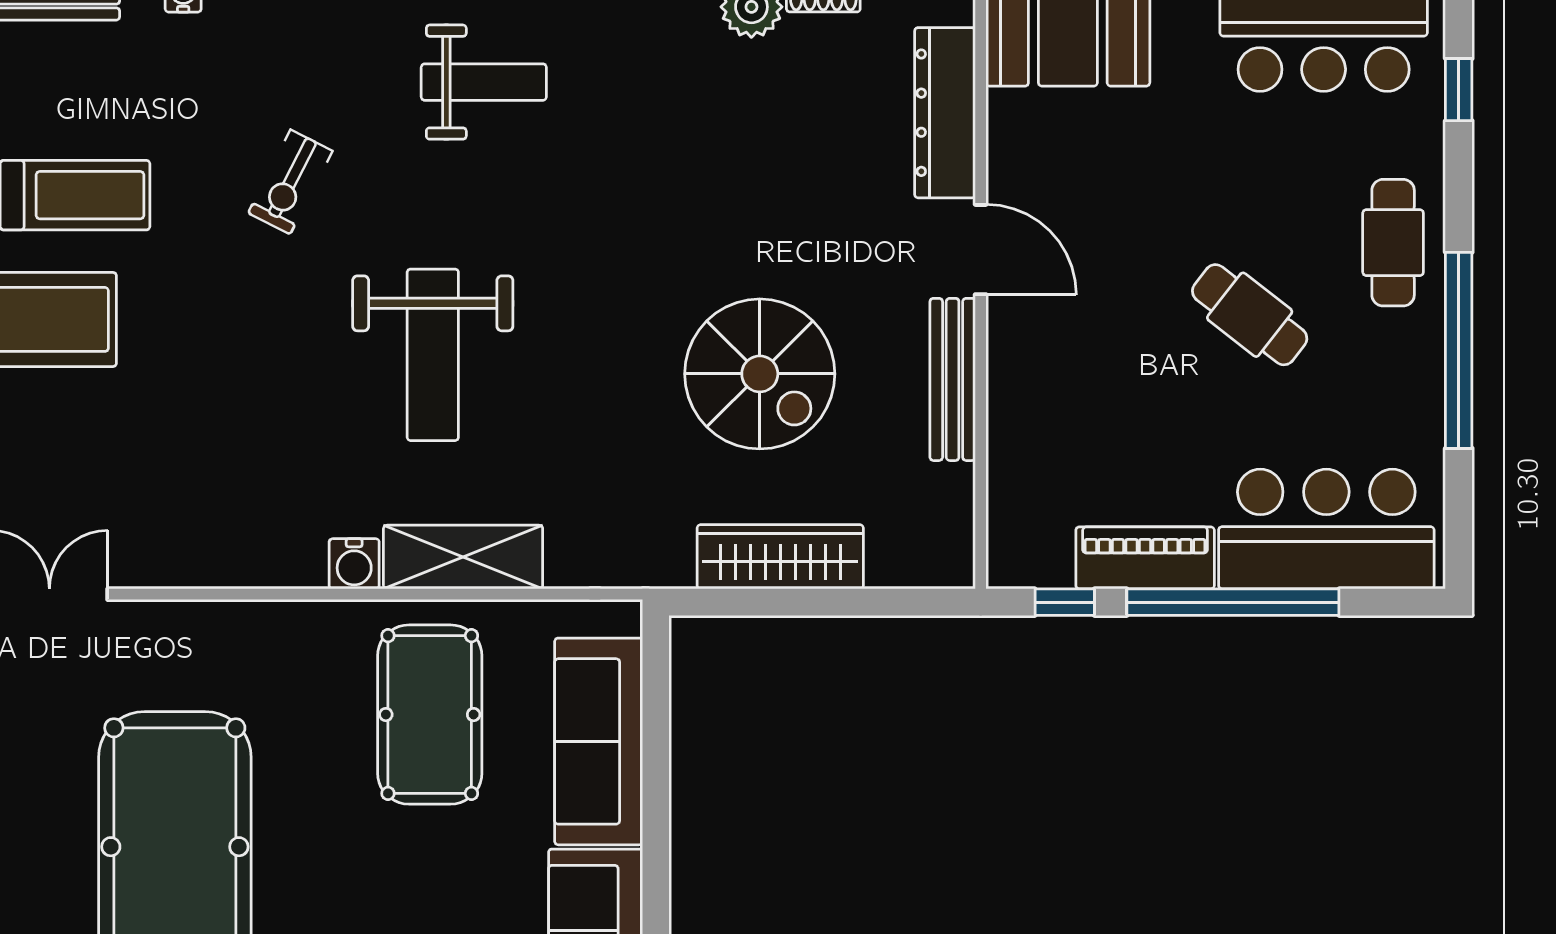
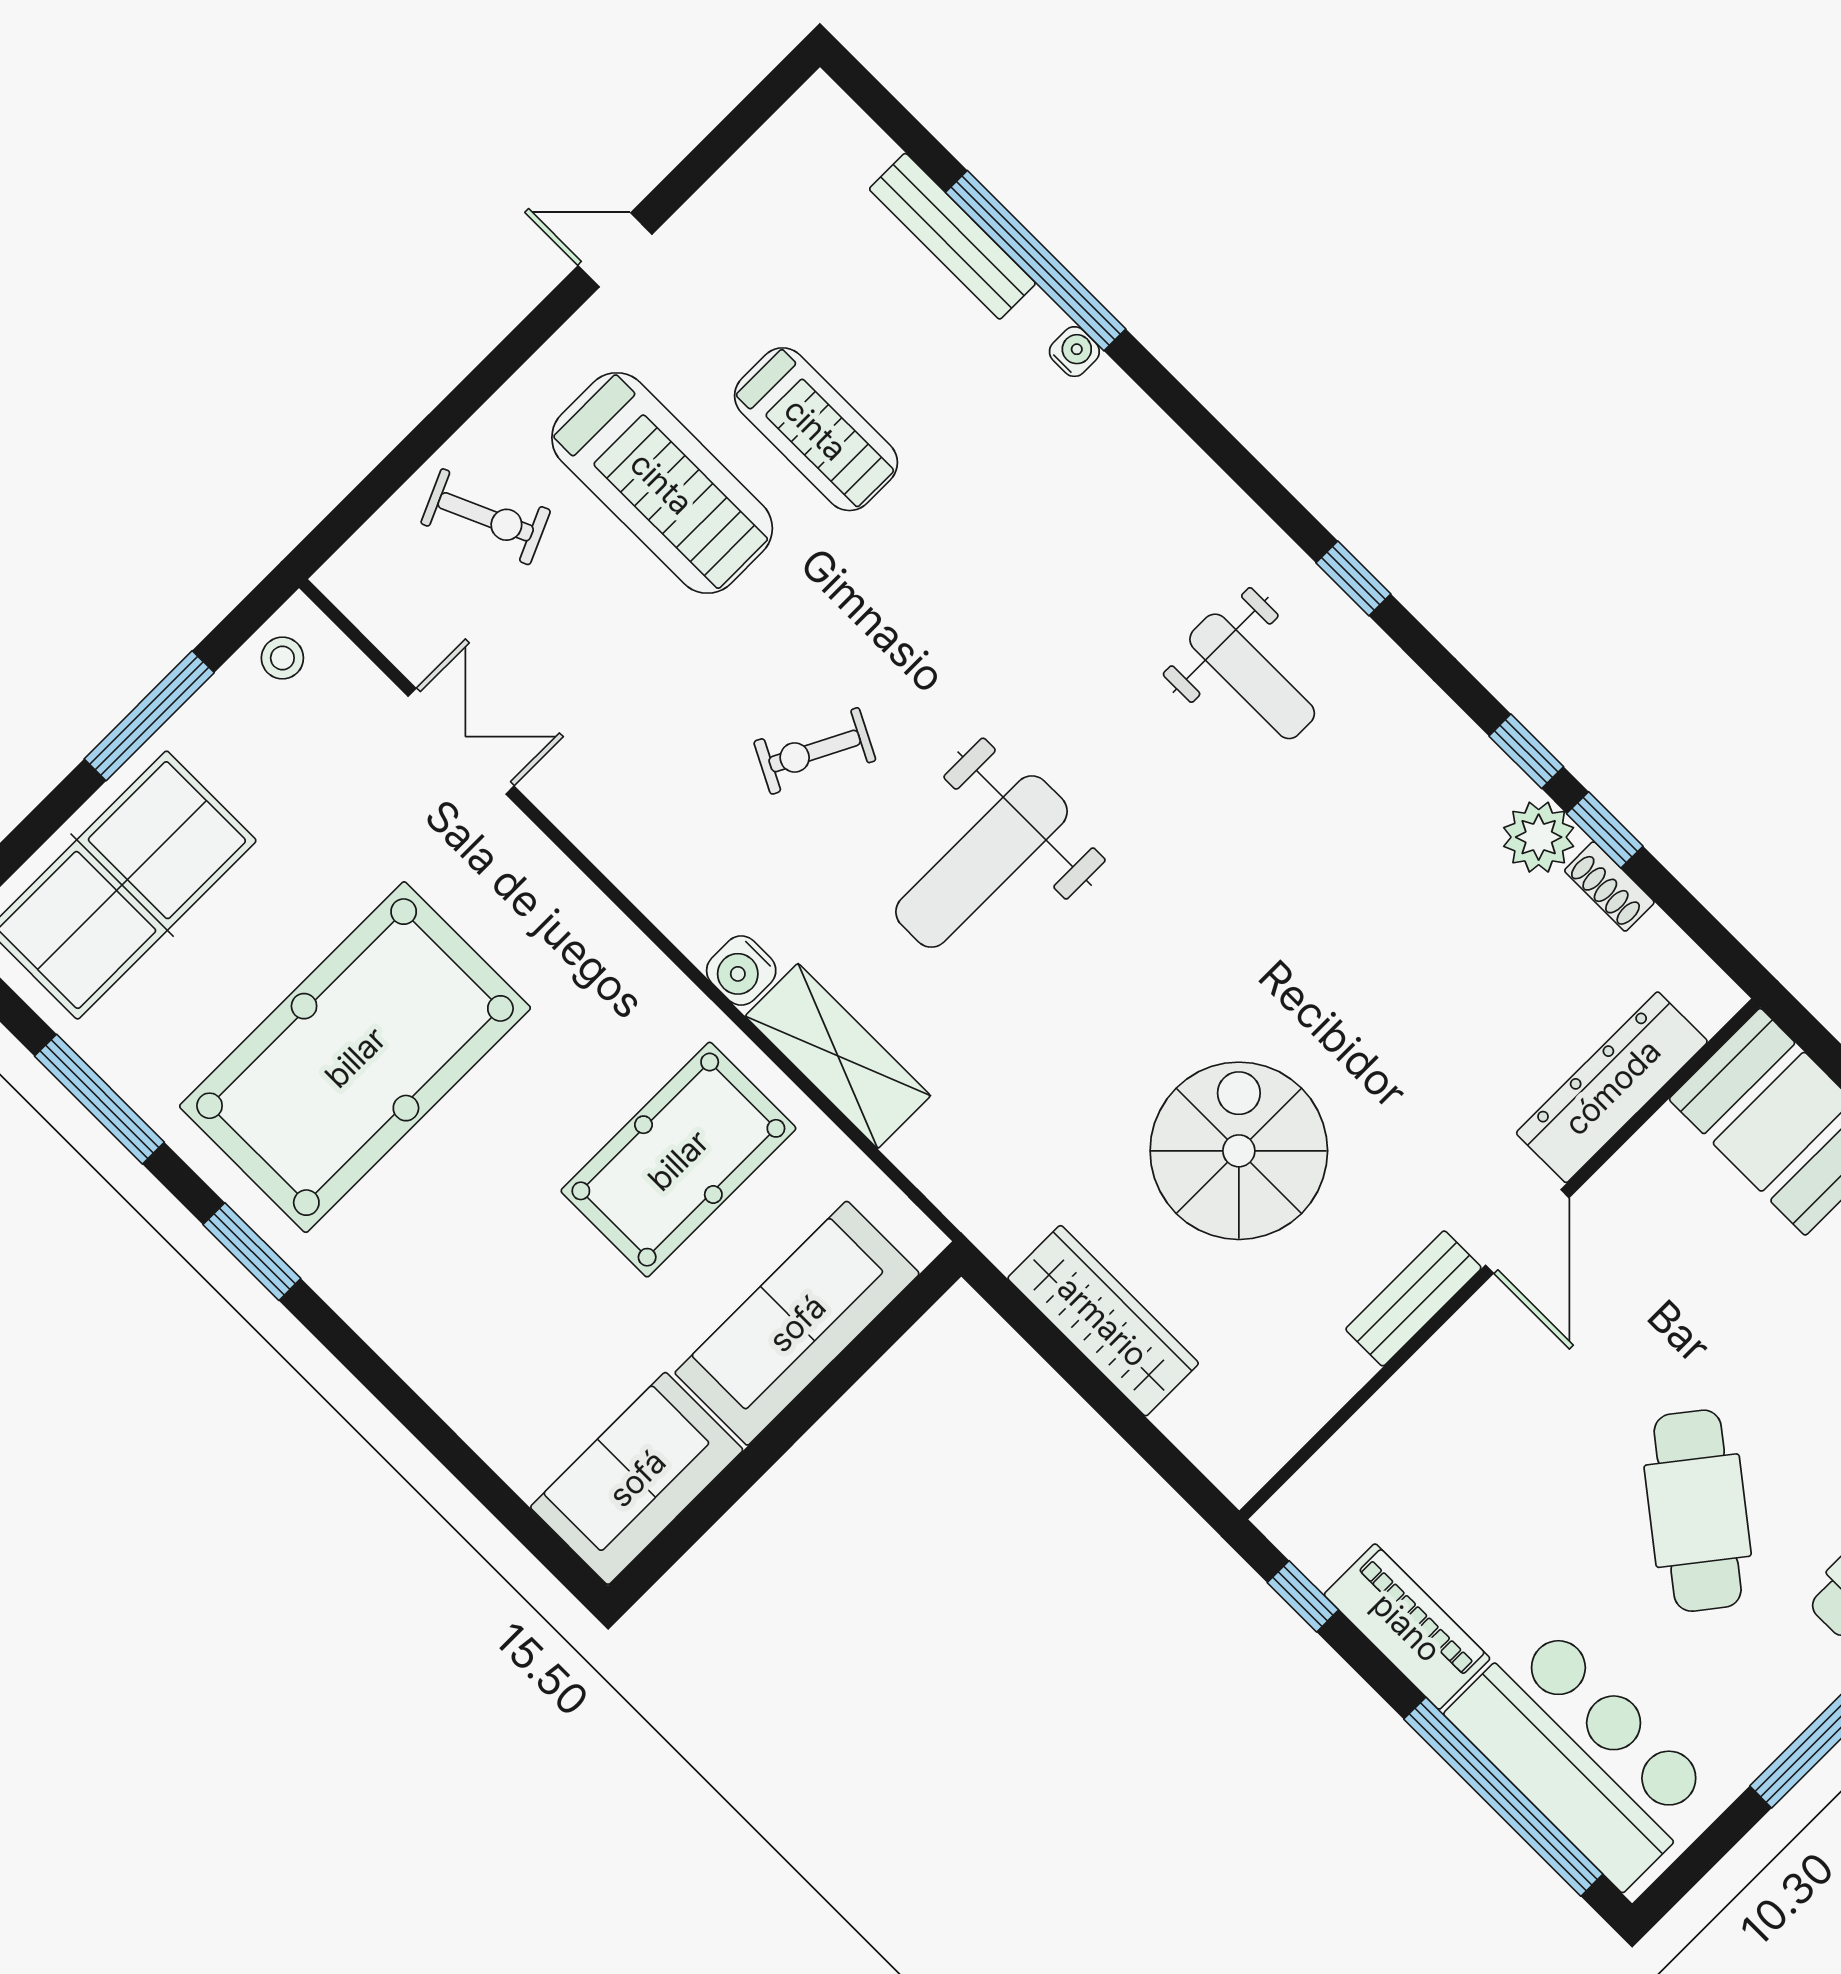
exercise bike: (290, 182) -> (815, 751), moved
cafe table: (1250, 315) -> (1698, 1511), width x1.37, depth x1.35
spiral stairs: (760, 374) -> (1239, 1151), turned 180
bench: (953, 379) -> (1413, 1298), width x0.73
window: (1233, 602) -> (1503, 1797), moved

